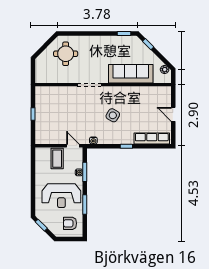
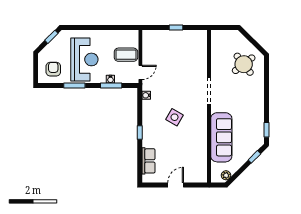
round table: (66, 54) -> (244, 64), turned -38
row of seats: (152, 138) -> (149, 161), width x0.68
reception desk: (61, 196) -> (84, 59), turned 180

